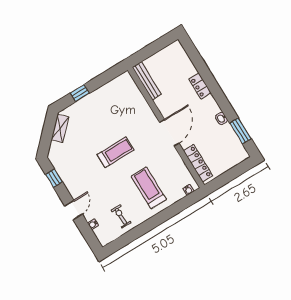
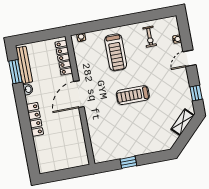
bench: (147, 81) -> (24, 65), moved
locker: (200, 86) -> (35, 119), width x1.53
window: (80, 93) -> (128, 162), moved
shelving: (60, 128) -> (183, 122), moved

